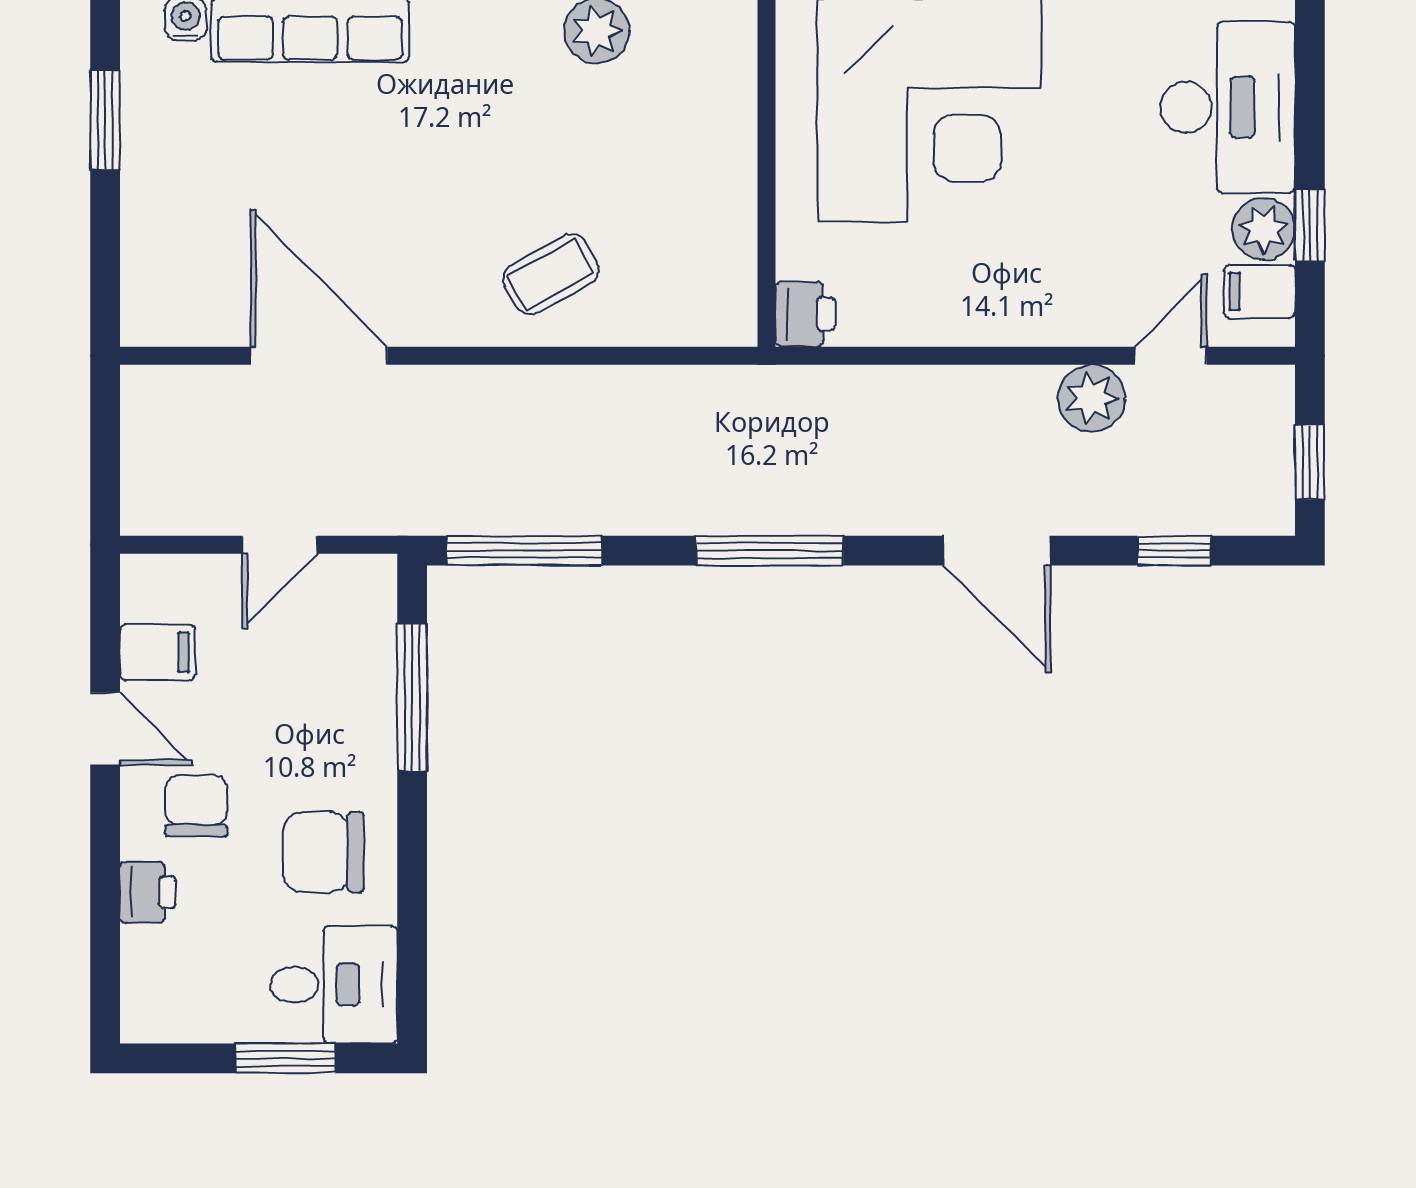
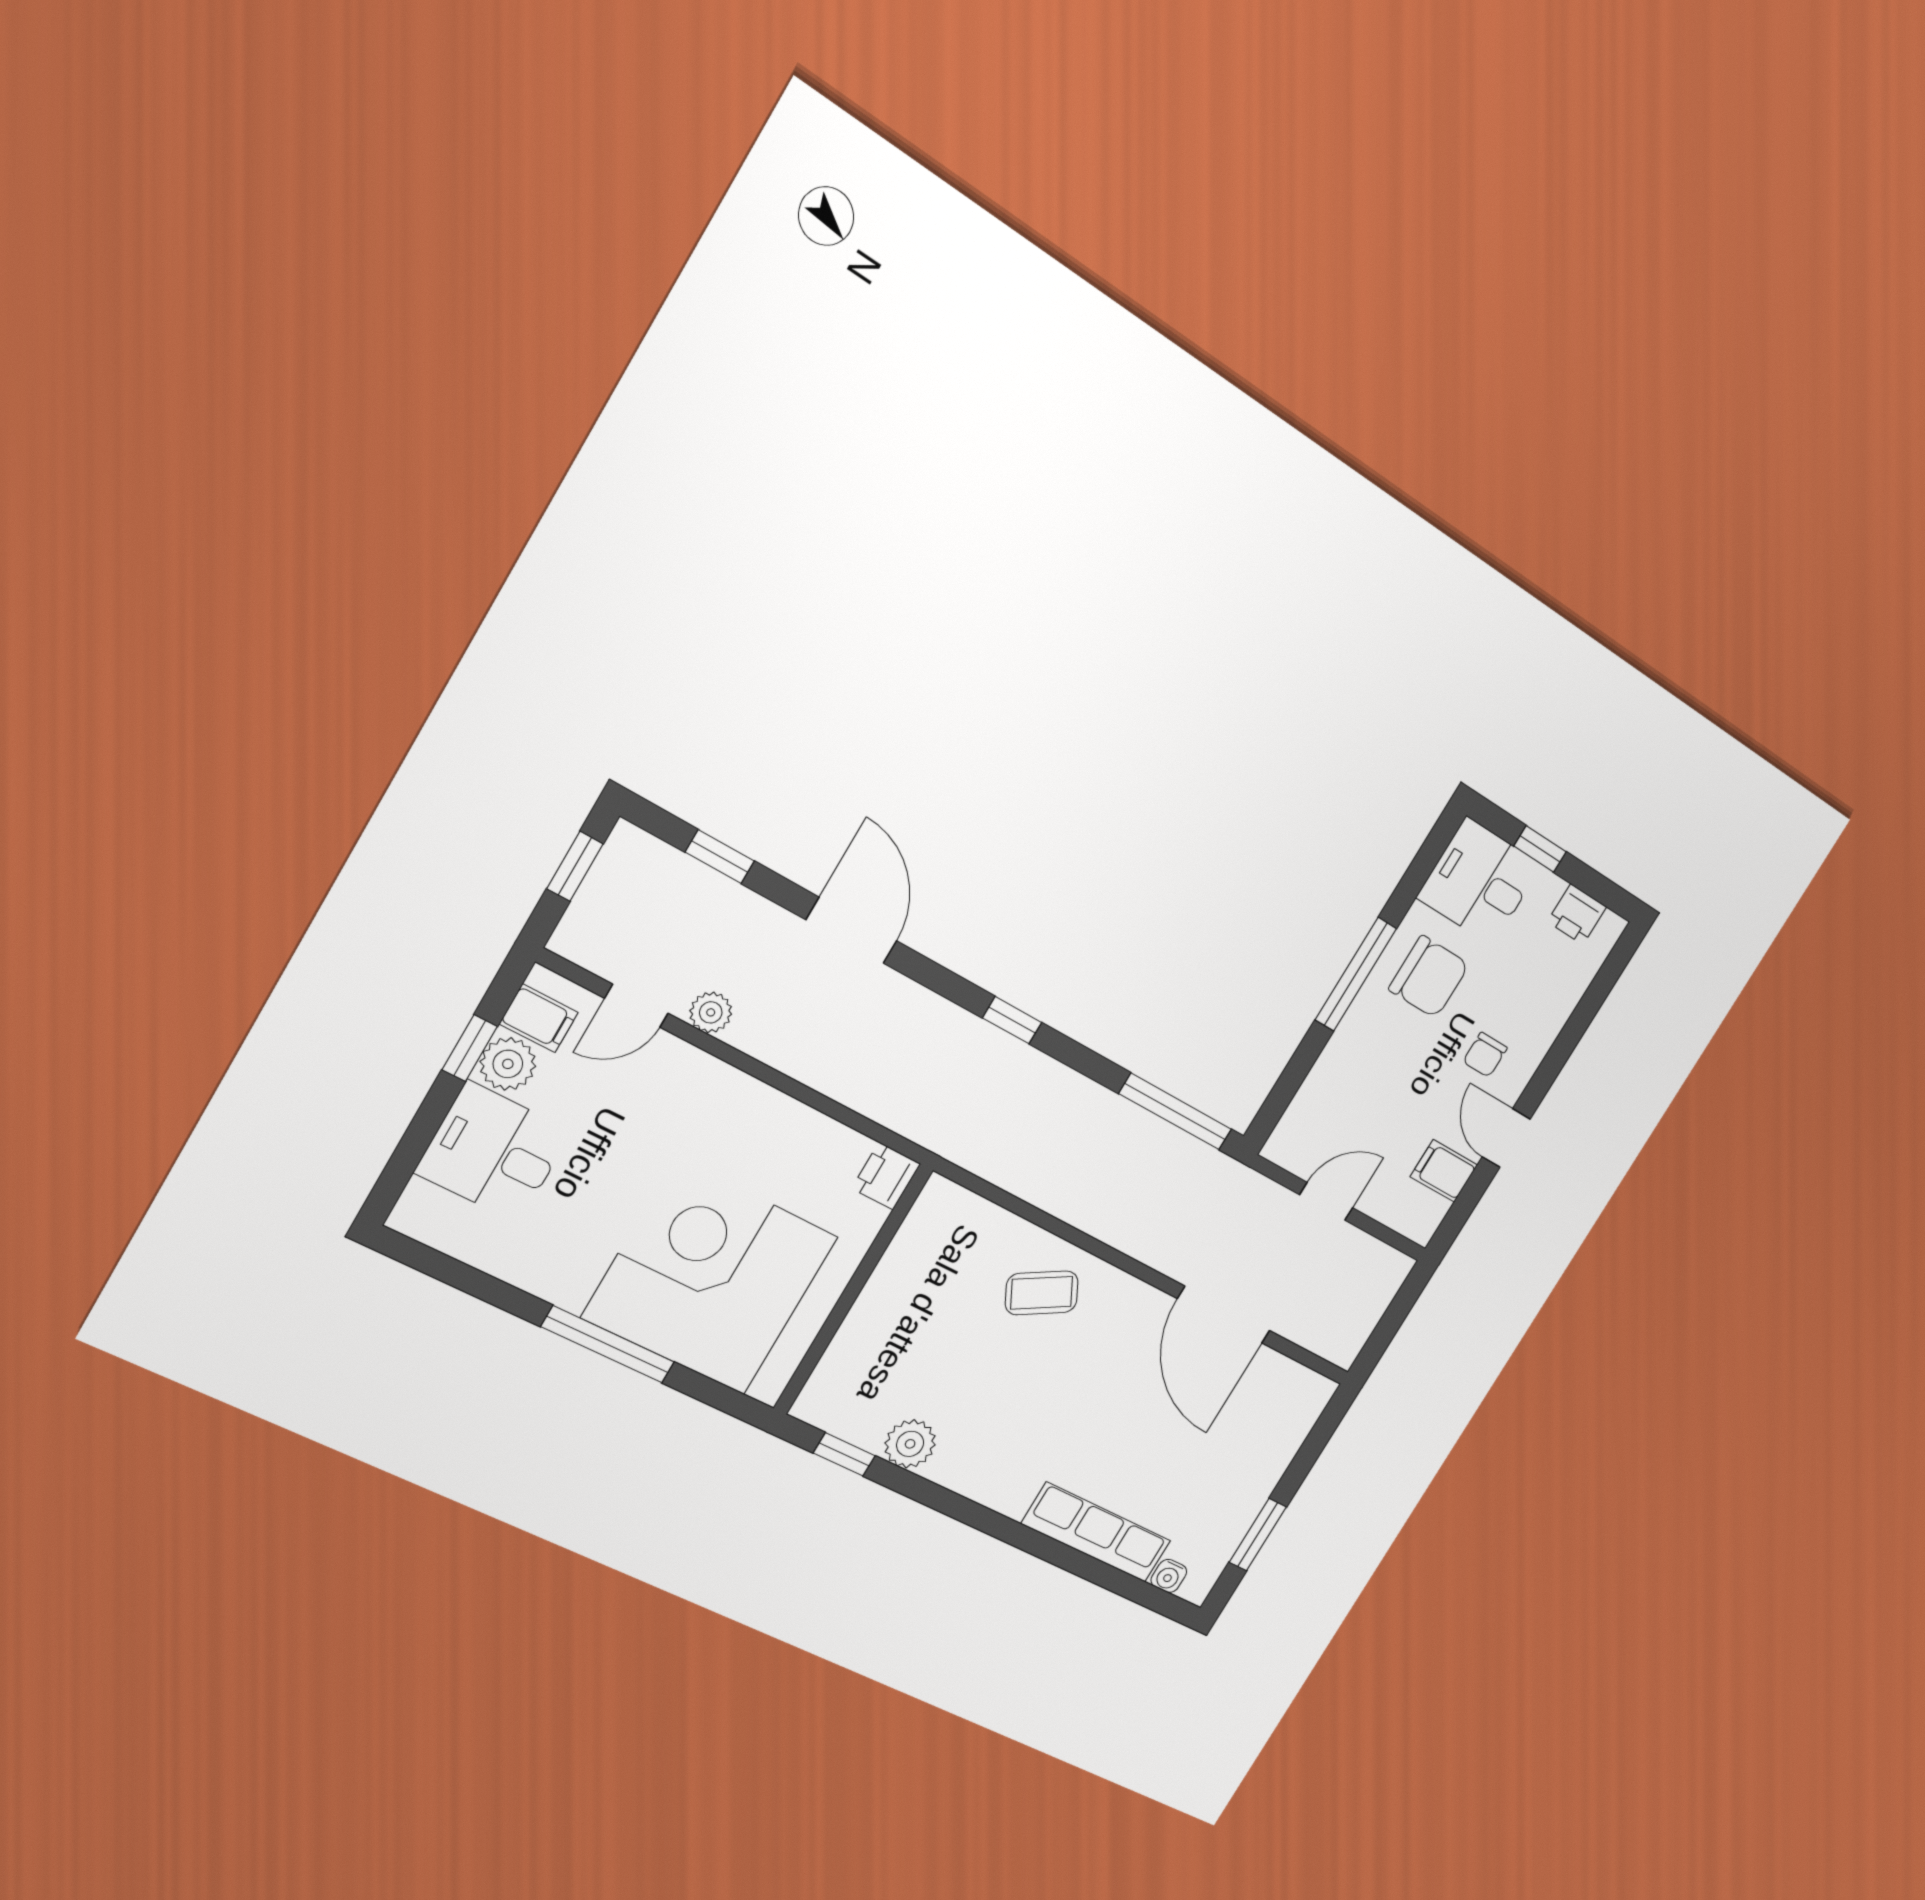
desk: (1228, 107) -> (493, 1152), width x0.73
plant: (1092, 398) -> (711, 1012), width x0.73, depth x0.73
window: (770, 551) -> (1012, 1020), width x0.46
window: (412, 697) -> (1356, 974), moved
chair: (196, 806) -> (1485, 1055), width x0.73, depth x0.73
printer: (148, 892) -> (1577, 914), moved, turned -90
window: (285, 1058) -> (1540, 849), width x0.67

